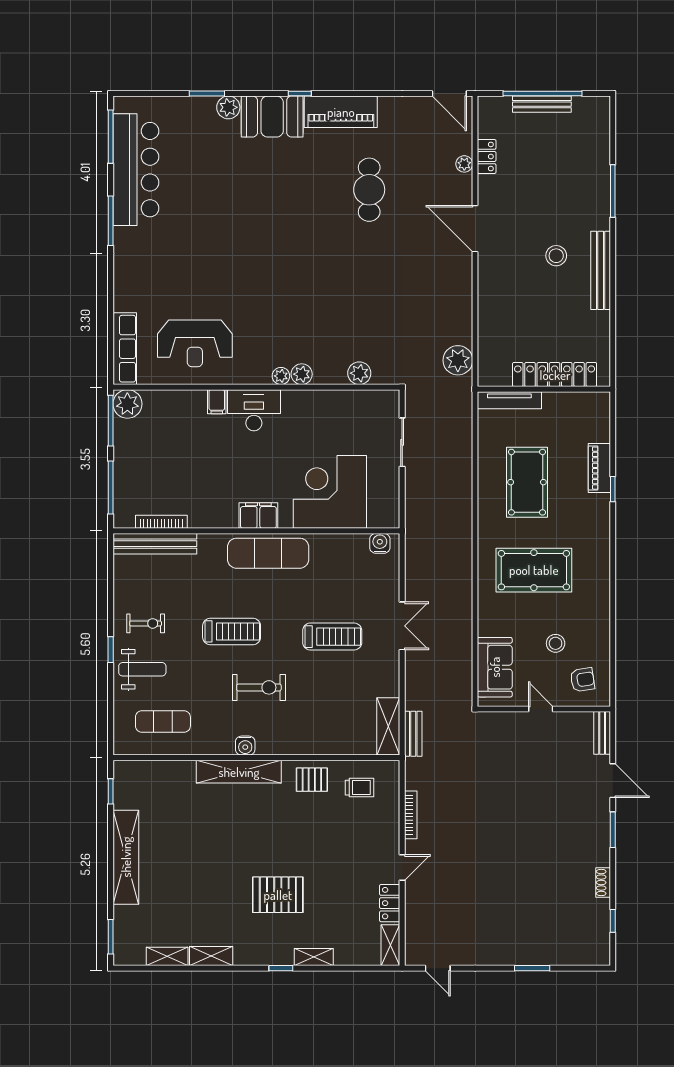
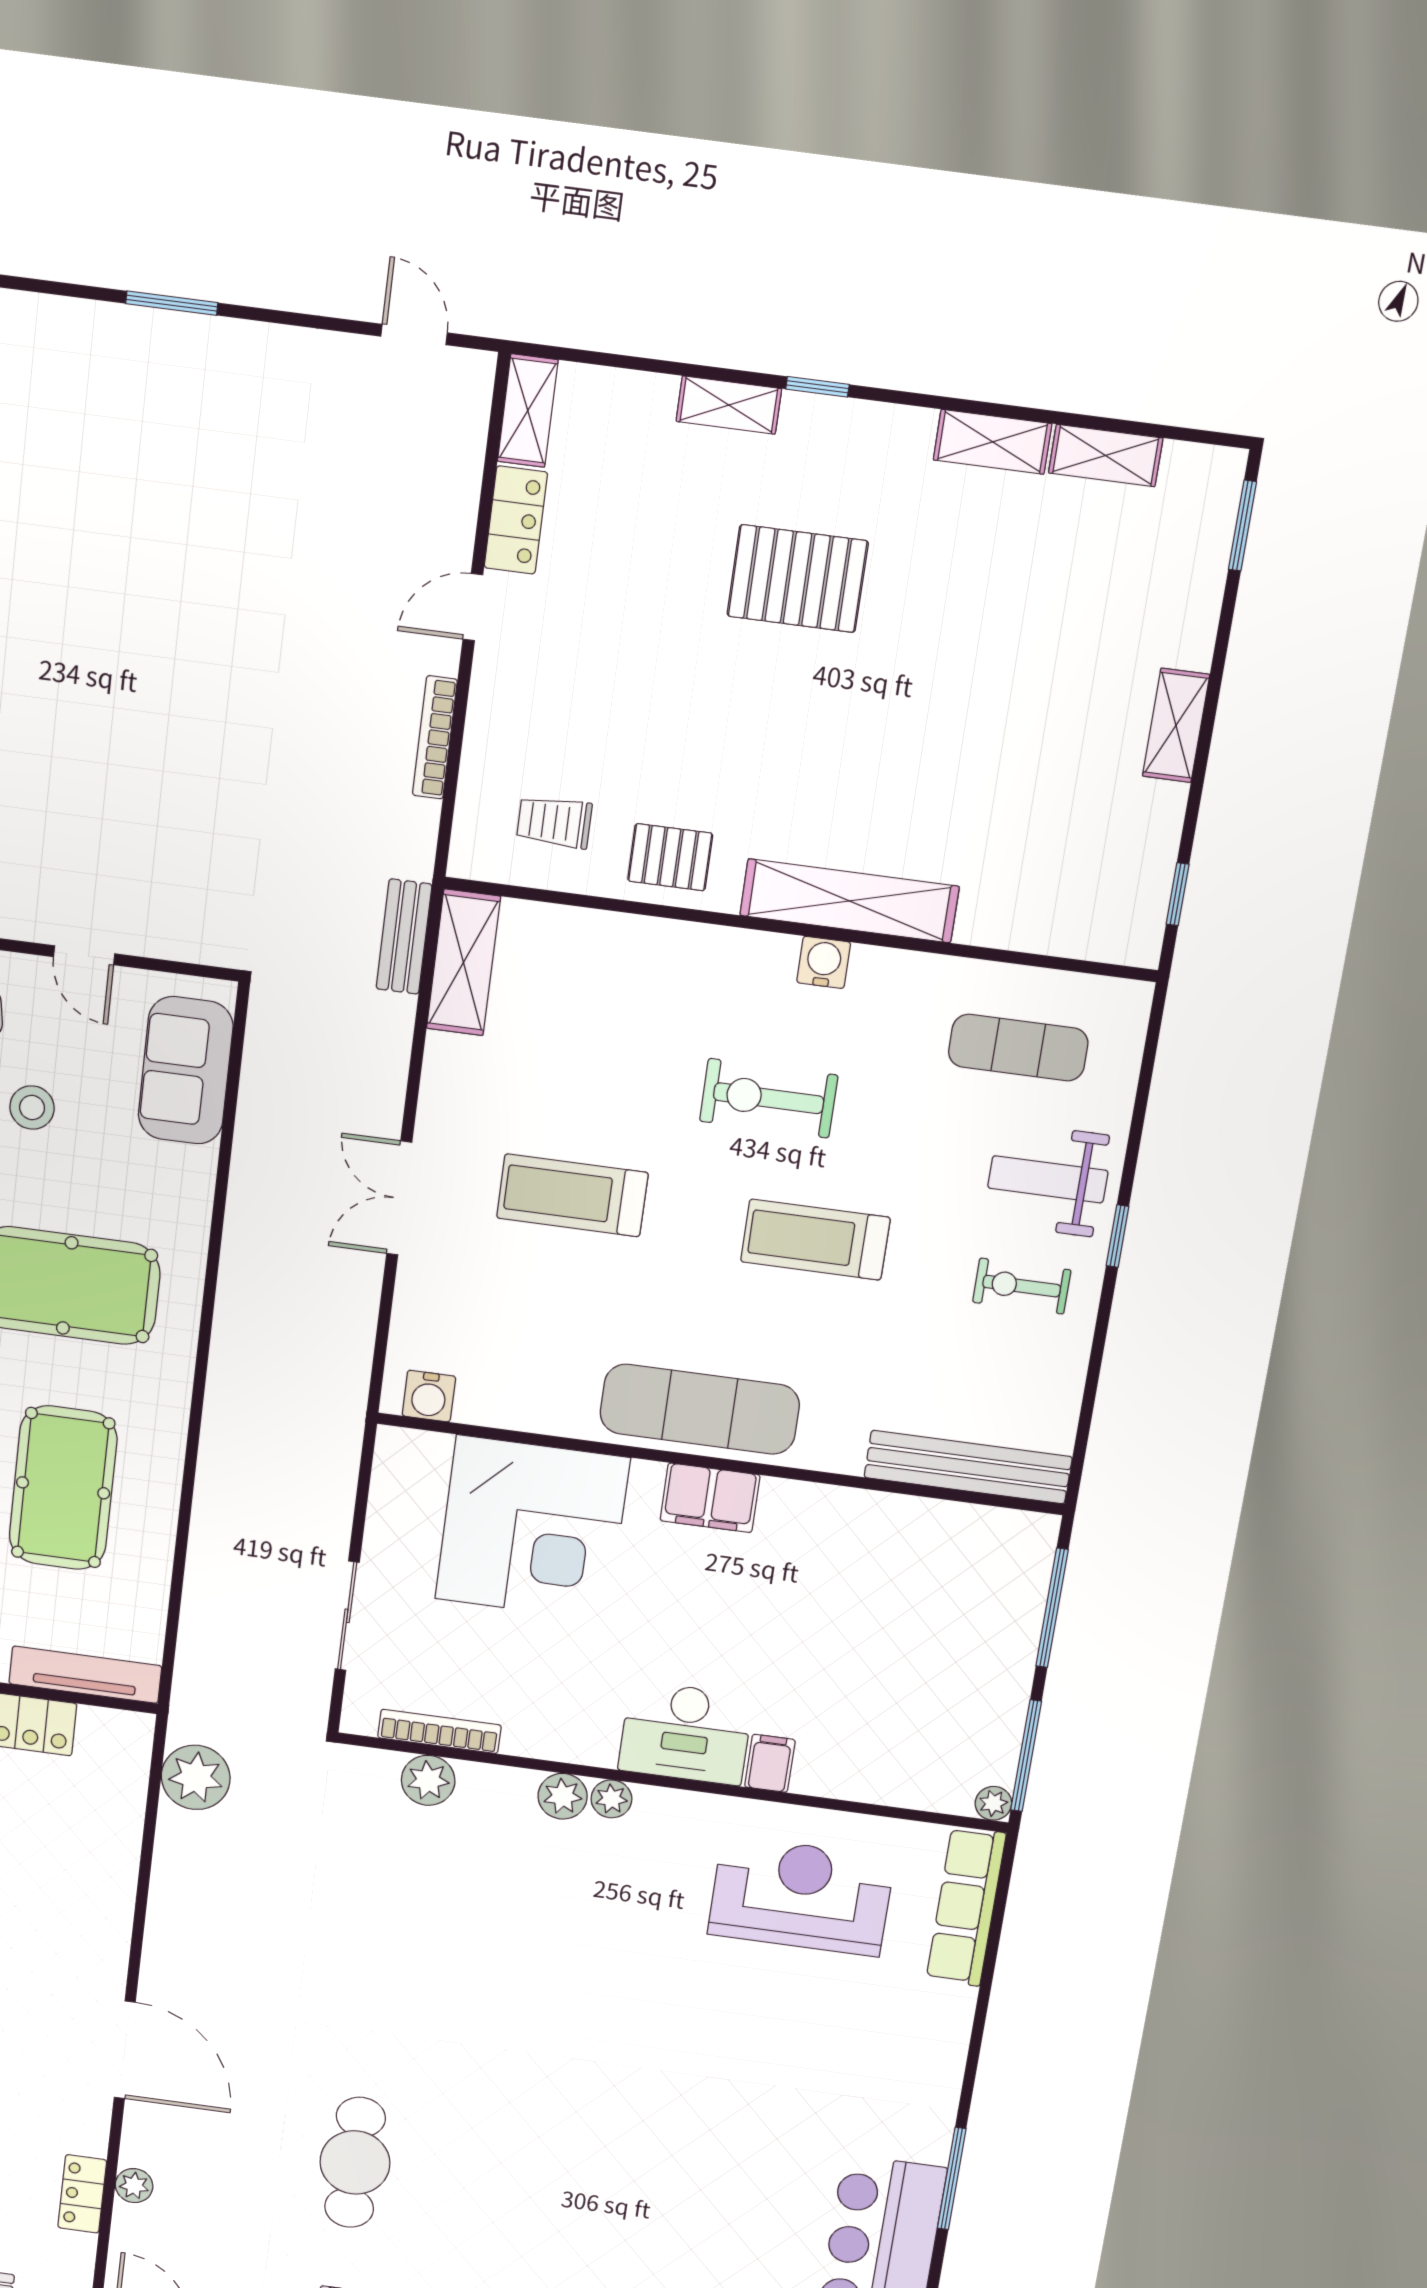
plant: (127, 404) -> (993, 1803), width x0.53, depth x0.53
bookcase: (161, 522) -> (439, 1731), moved, turned 180
shelving: (126, 857) -> (1176, 725), width x0.45, depth x0.75

